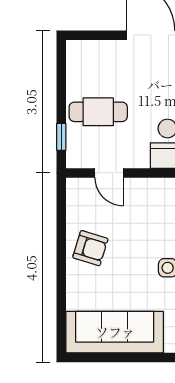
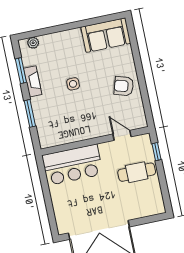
sofa: (115, 332) -> (106, 35), width x0.73

